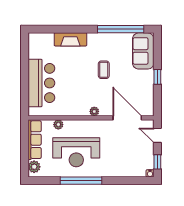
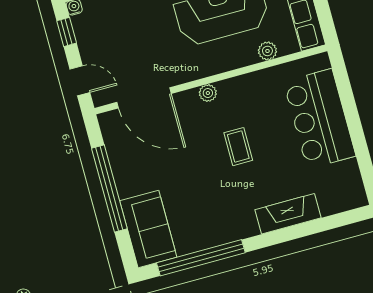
coffee table: (104, 70) -> (238, 147), moved
window: (157, 77) -> (109, 188), width x3.17

